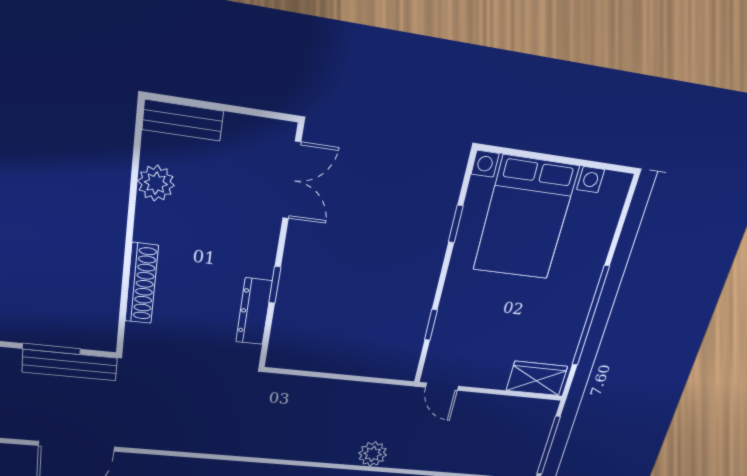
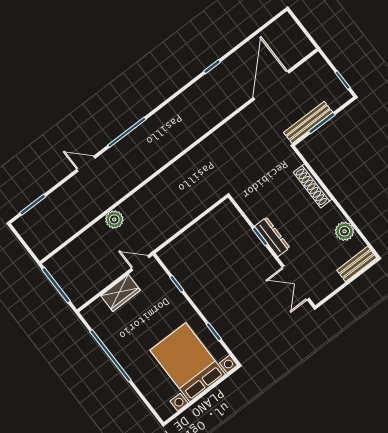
dresser: (254, 311) -> (272, 237), moved
wardrobe: (537, 378) -> (120, 293), moved
plant: (373, 454) -> (114, 219), moved

